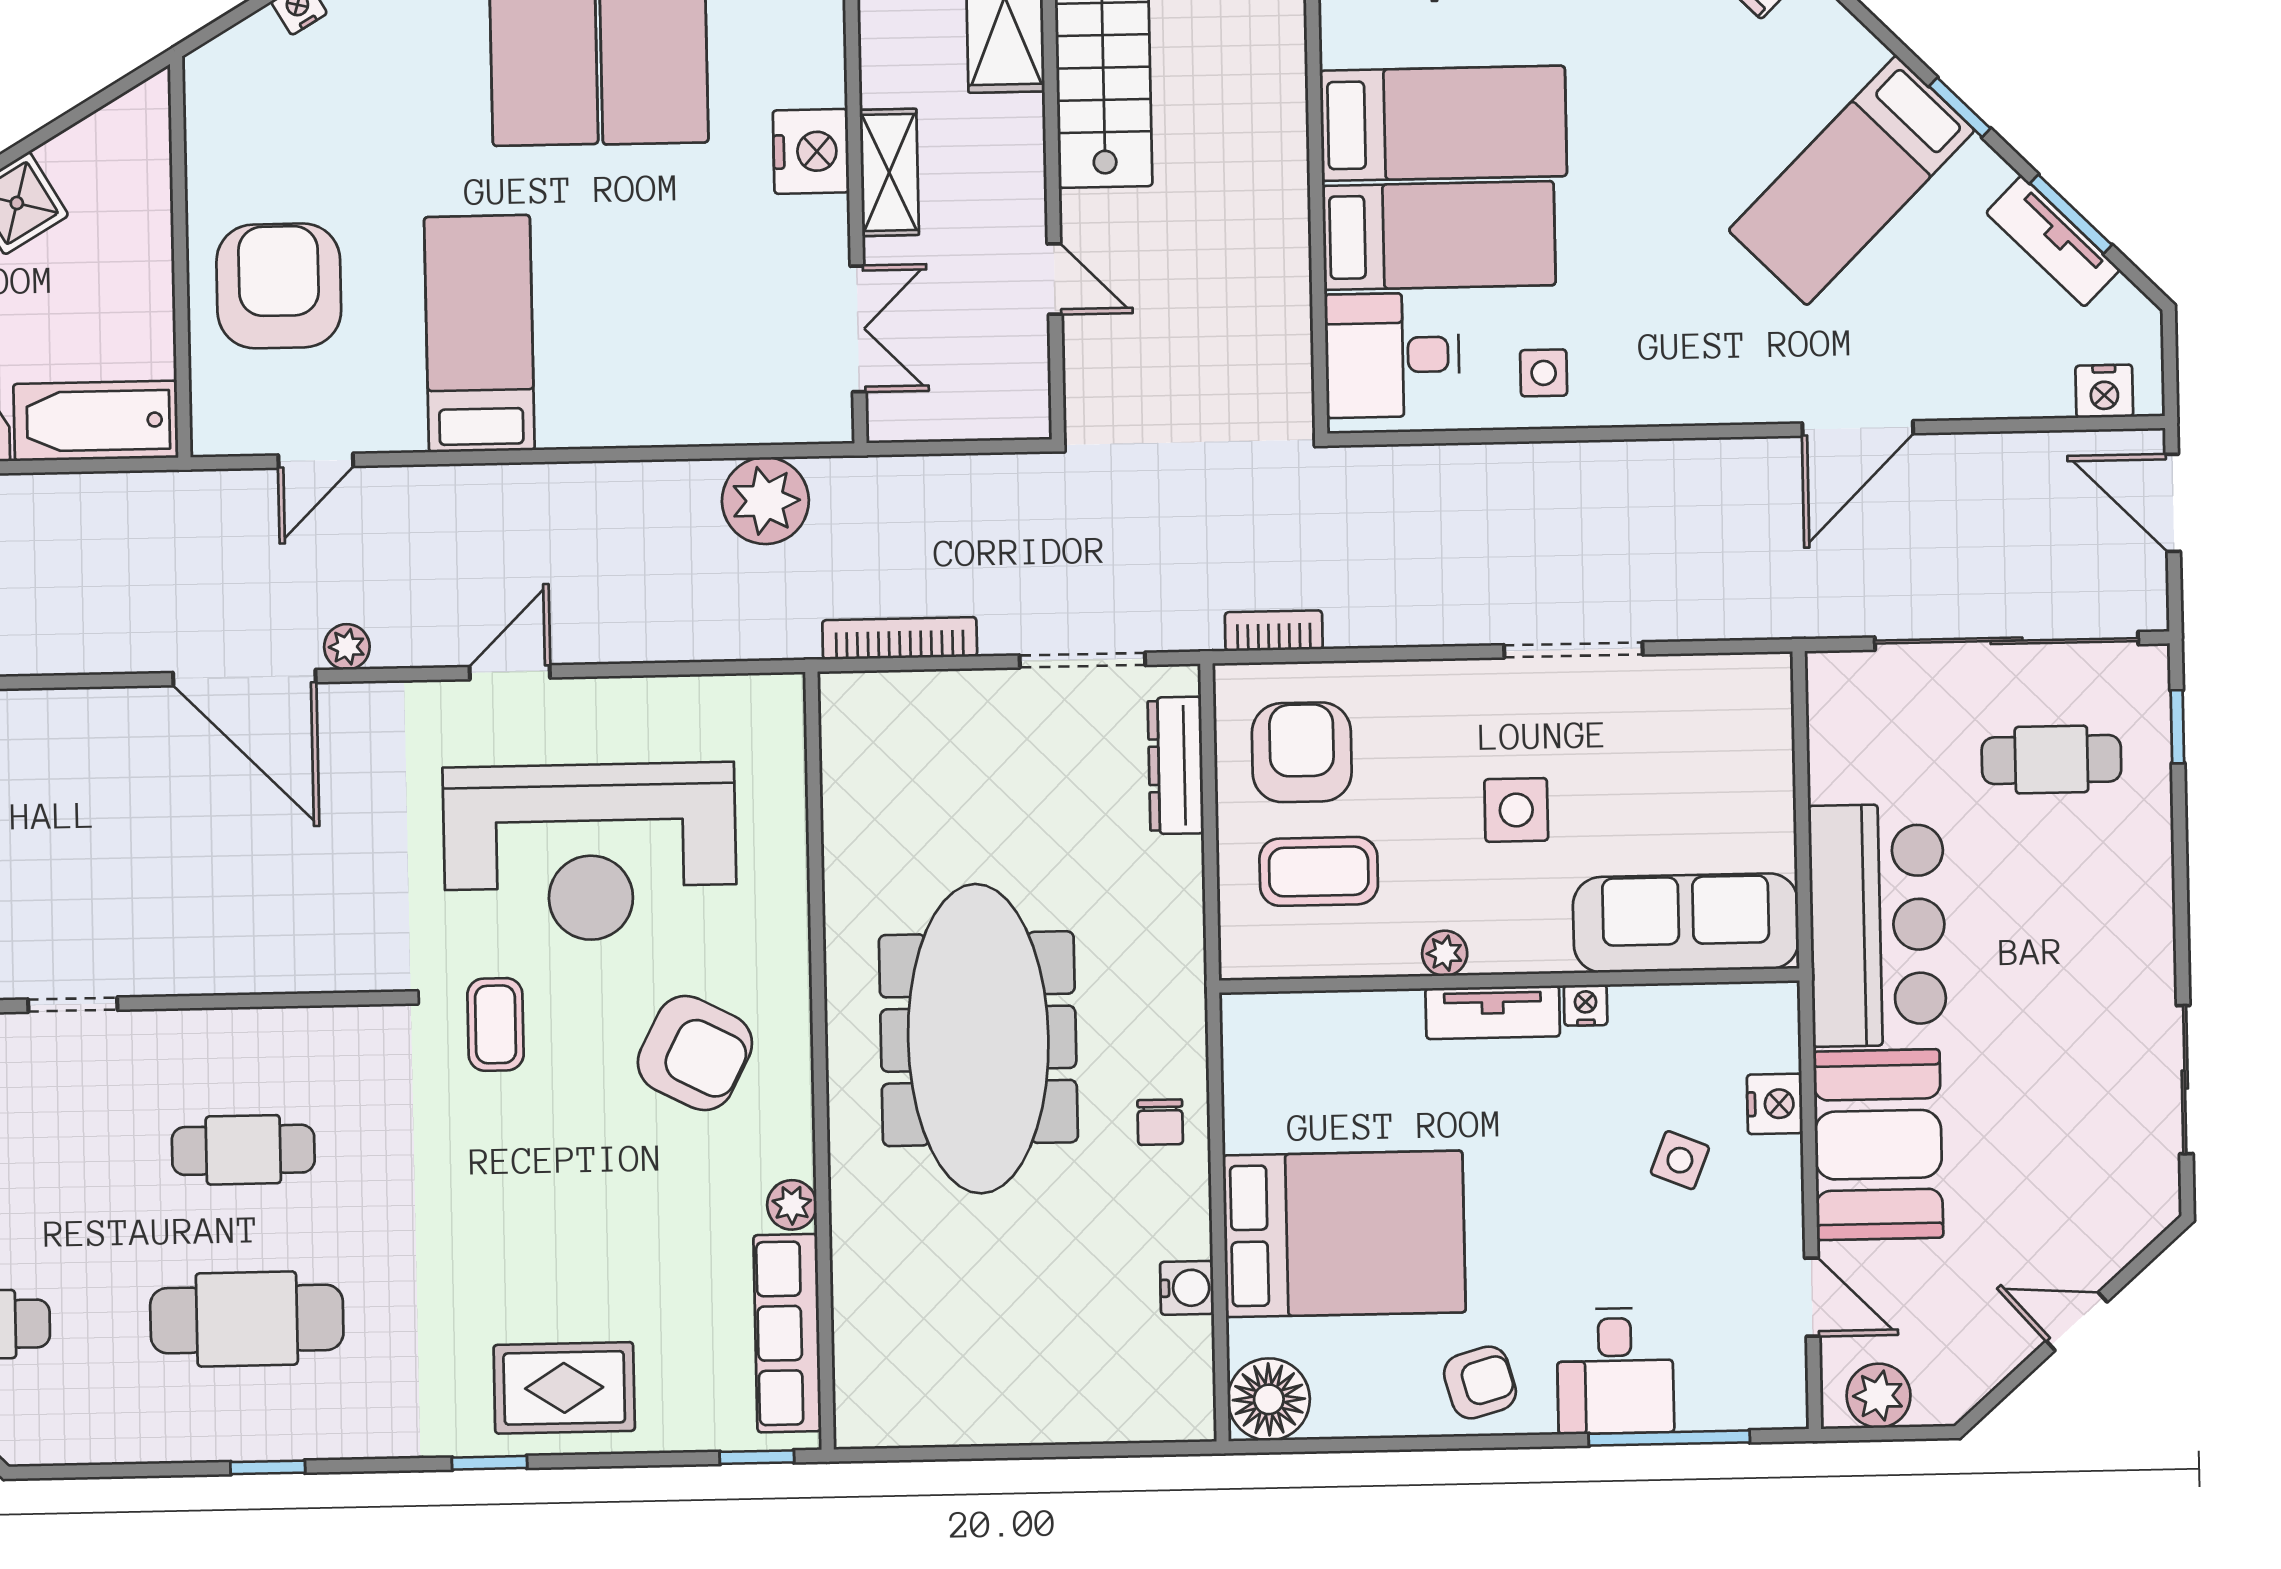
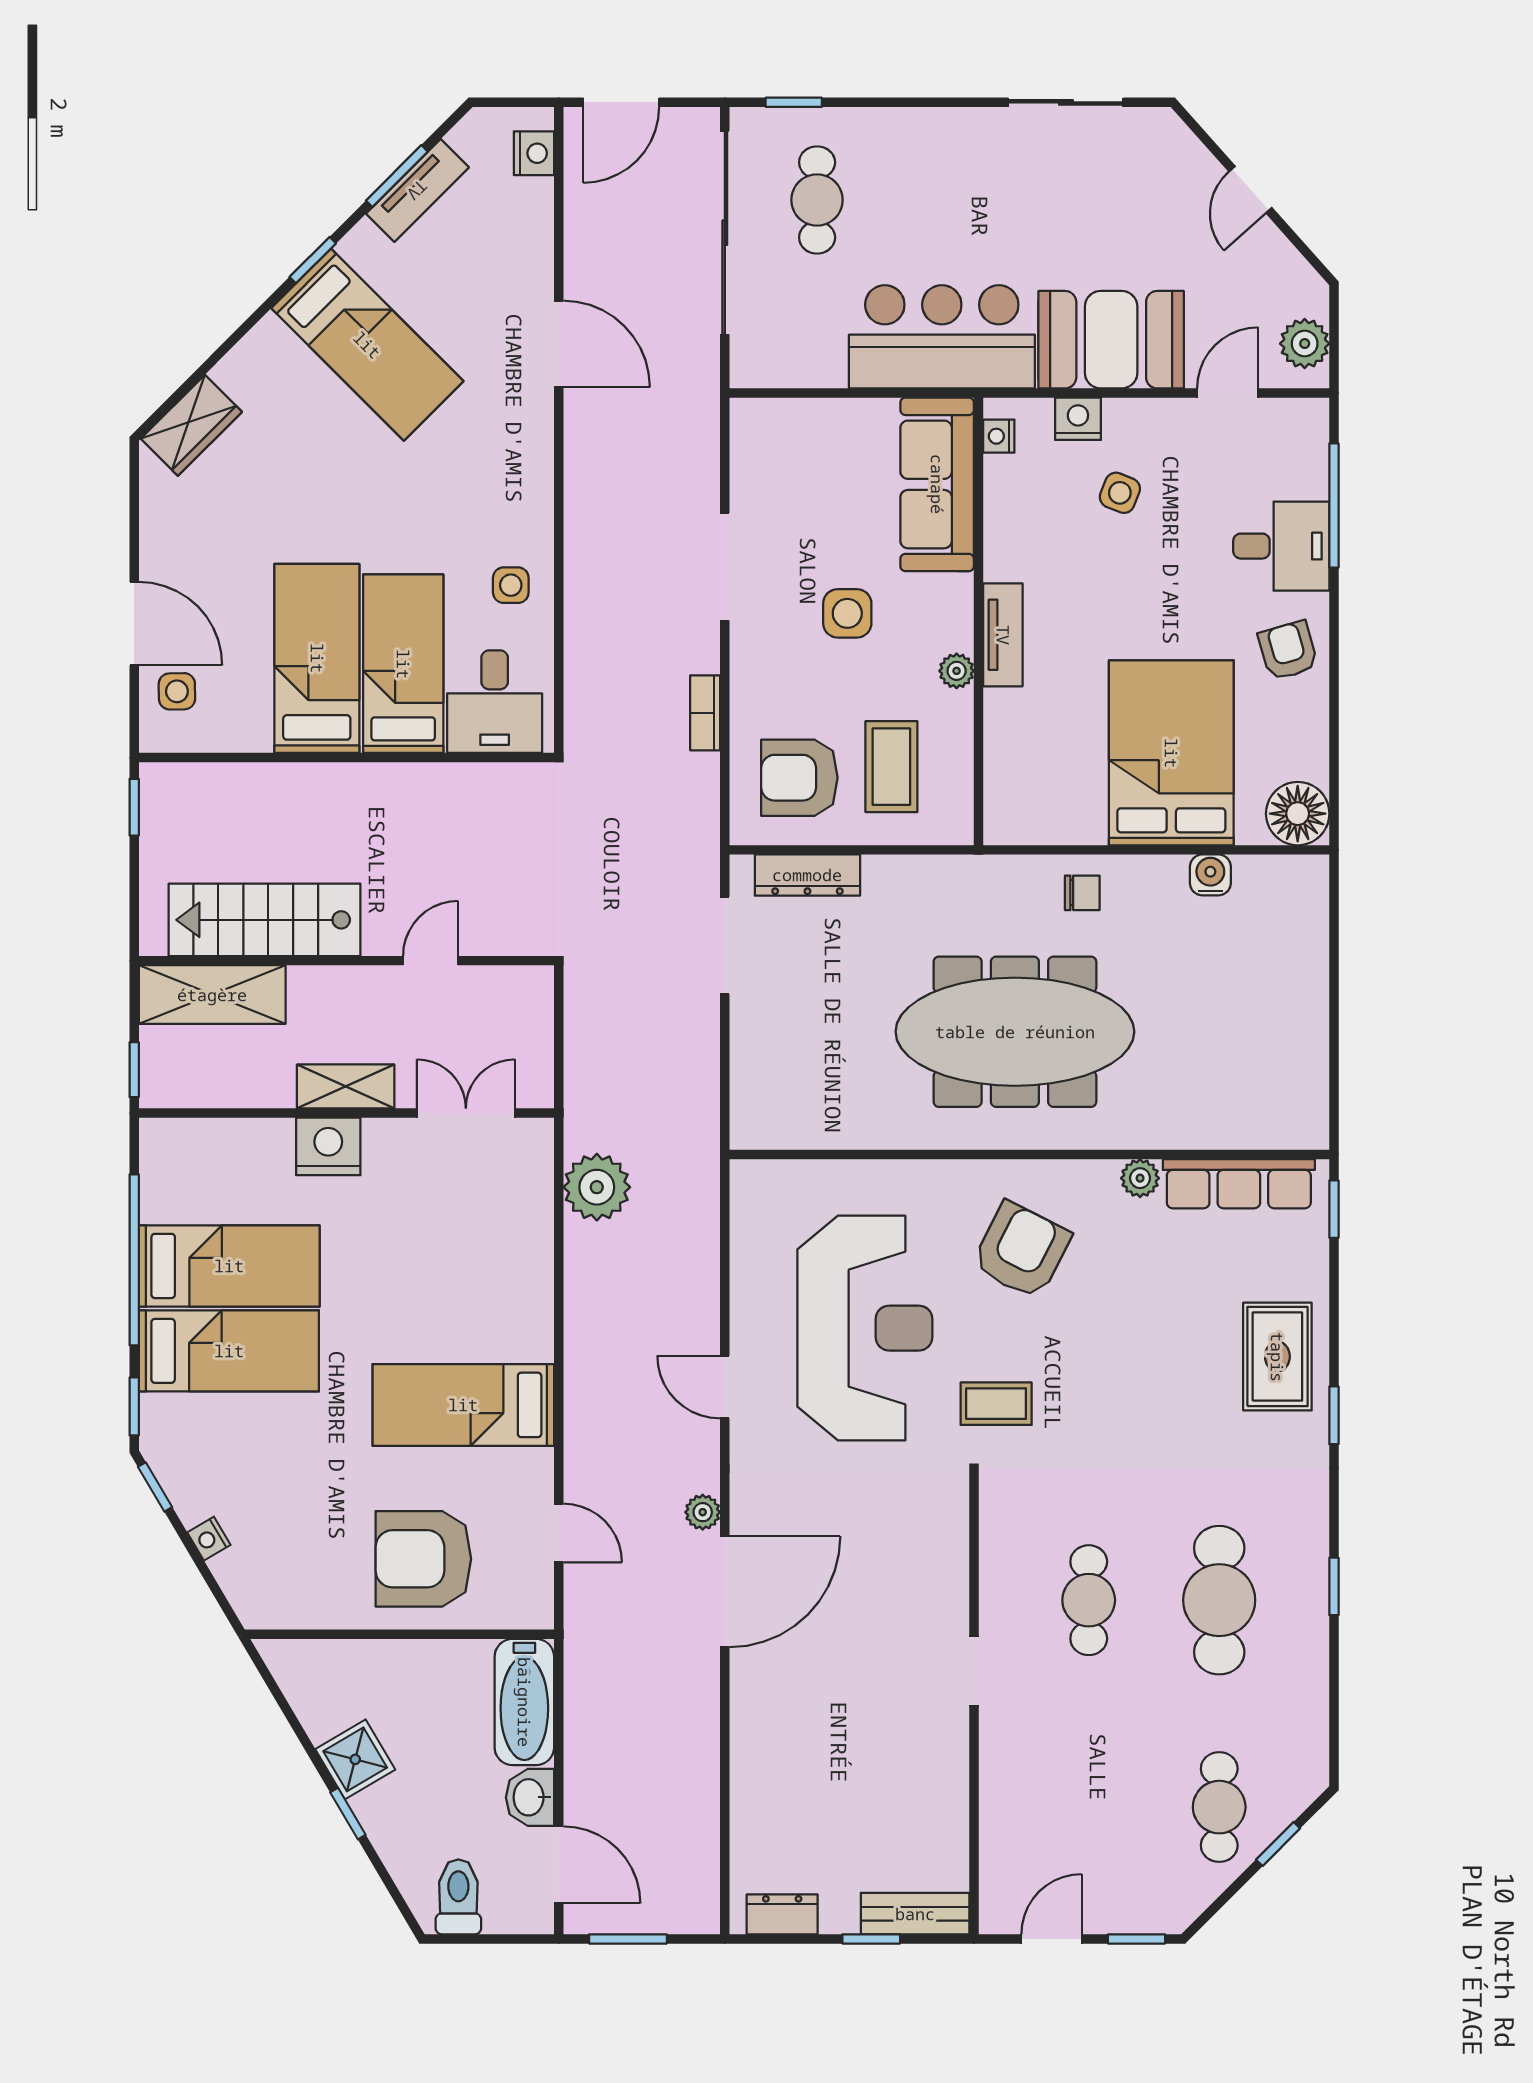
bookcase: (1274, 631) -> (705, 713), moved
bookcase: (900, 638) -> (705, 1086), removed
doorway: (73, 1005) -> (974, 1671), moved
nightstand: (1586, 1005) -> (999, 436), moved

